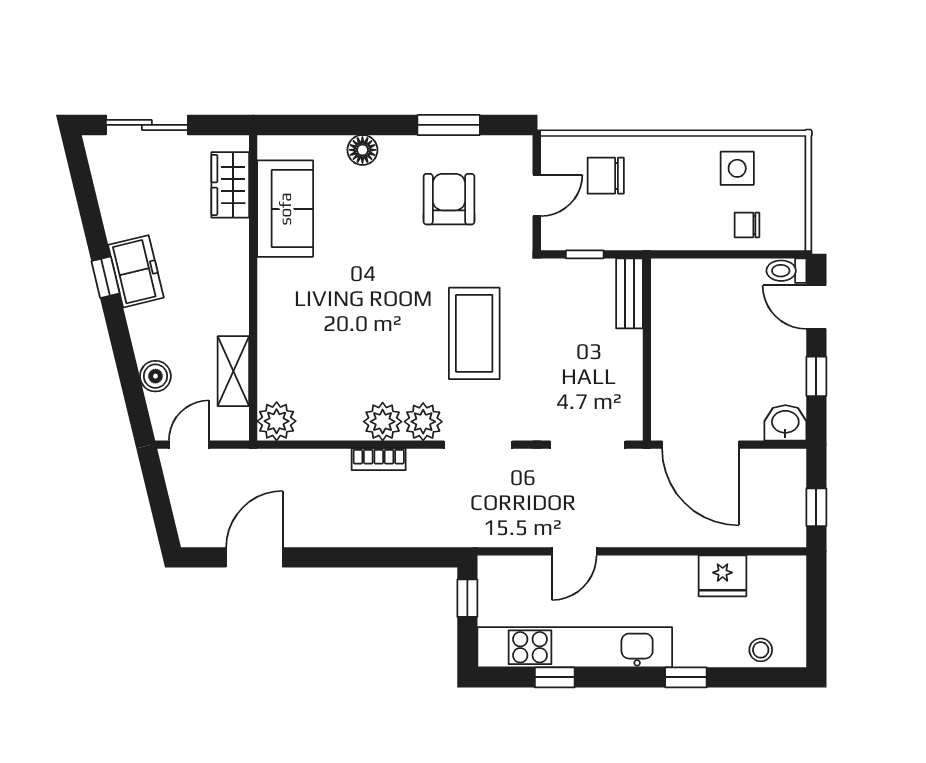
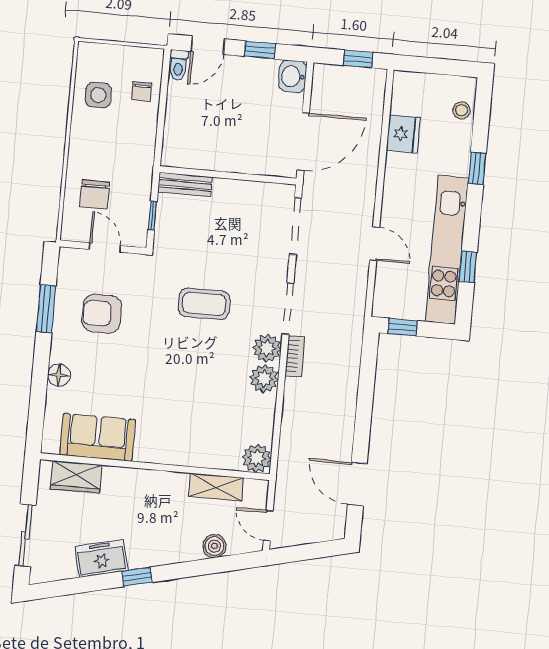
freezer: (136, 271) -> (101, 558), moved
coffee table: (474, 333) -> (204, 304), width x0.73, depth x0.76
bookcase: (379, 459) -> (295, 356), moved

